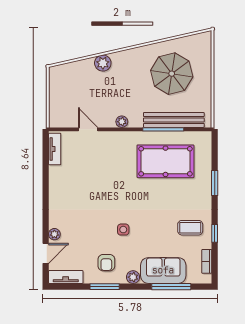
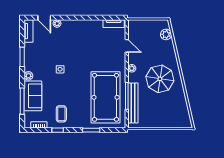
plant: (103, 63) -> (166, 34), moved
parasol: (172, 74) -> (160, 79), moved
door: (88, 129) -> (127, 46), hinge flipped
pool table: (165, 161) -> (105, 97), width x1.36, depth x1.32
armchair: (106, 263) -> (38, 58), removed

